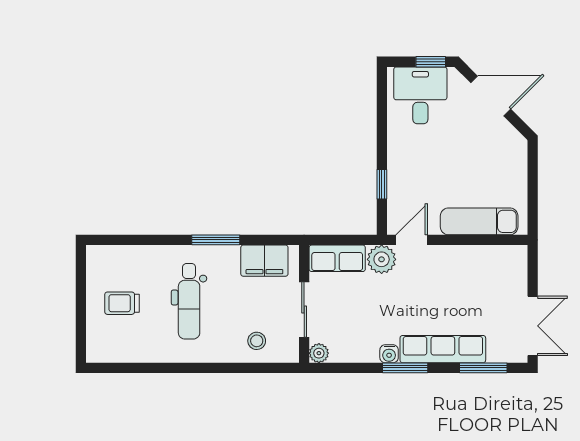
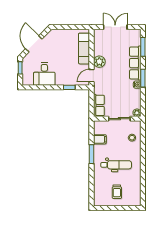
desk: (420, 95) -> (44, 74), moved, turned -90
door: (412, 240) -> (92, 76), hinge flipped
plant: (382, 259) -> (99, 62), moved
filing cabinet: (264, 261) -> (100, 139), width x0.50
double door: (533, 326) -> (115, 27), moved

